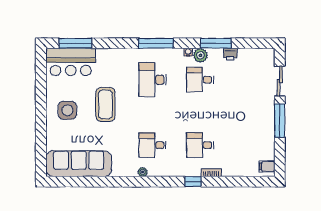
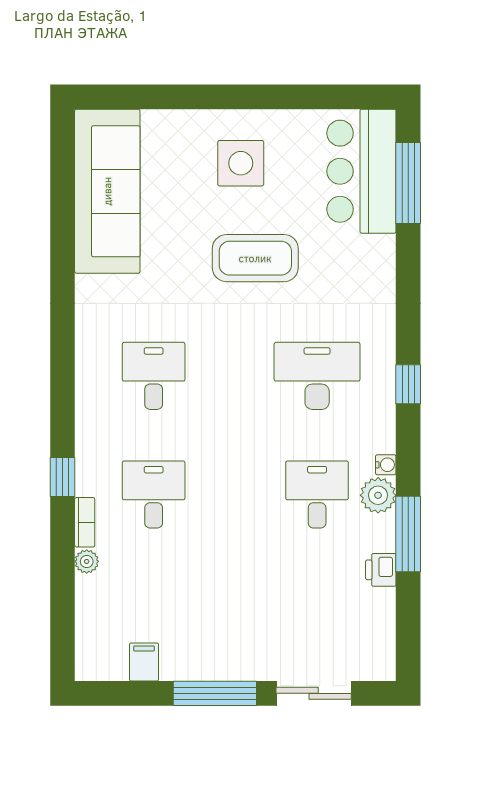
window: (156, 43) -> (408, 384), width x0.46
filing cabinet: (267, 166) -> (144, 662), moved
plant: (143, 172) -> (87, 561), moved

